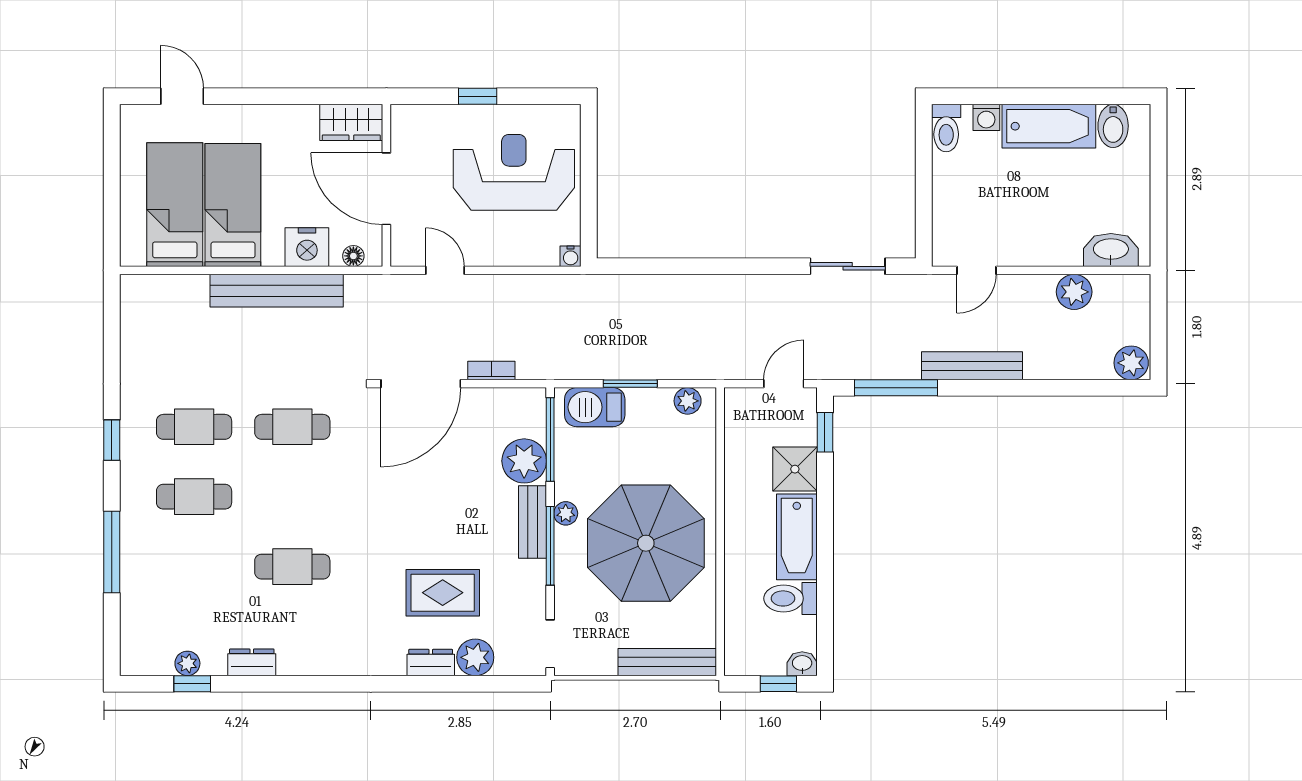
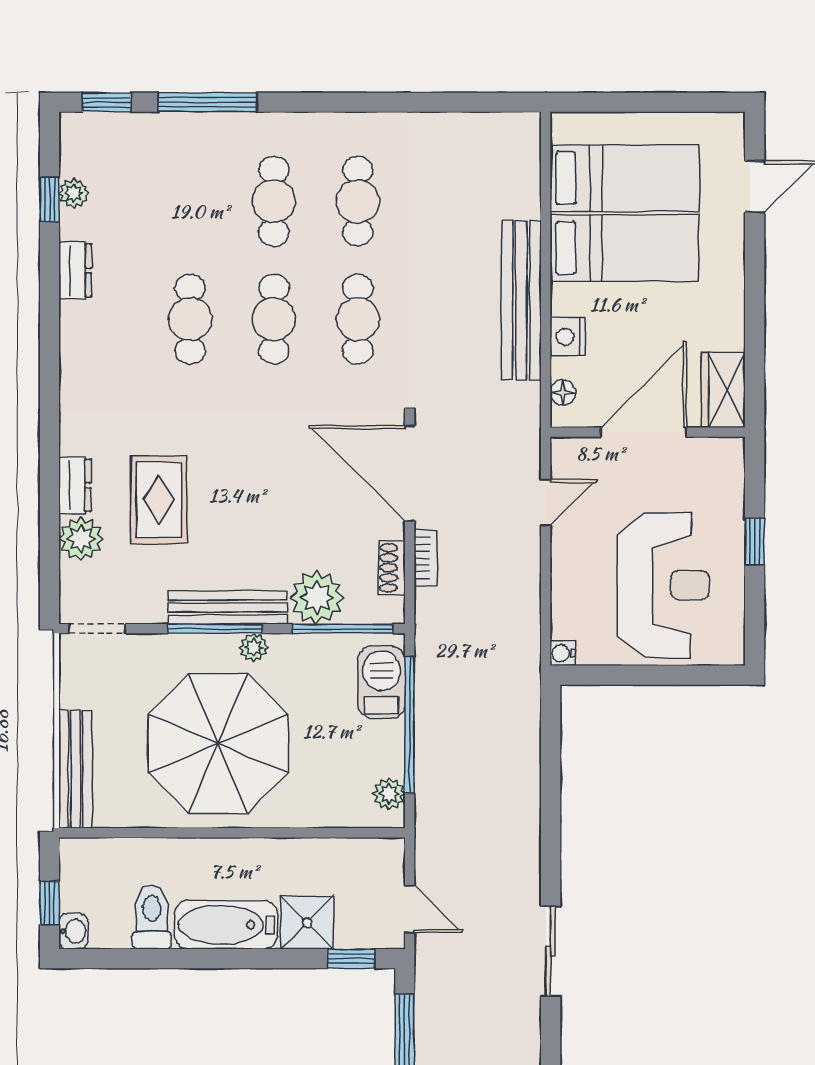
nightstand: (307, 247) -> (568, 337), width x0.74, depth x0.75
sliding door: (848, 266) -> (551, 951), moved
window: (630, 384) -> (410, 725), width x2.11
shoe rack: (499, 398) -> (392, 568), added
window: (112, 440) -> (107, 102), moved
cafe table: (292, 497) -> (274, 319), added
bench: (532, 522) -> (228, 607), width x1.36

